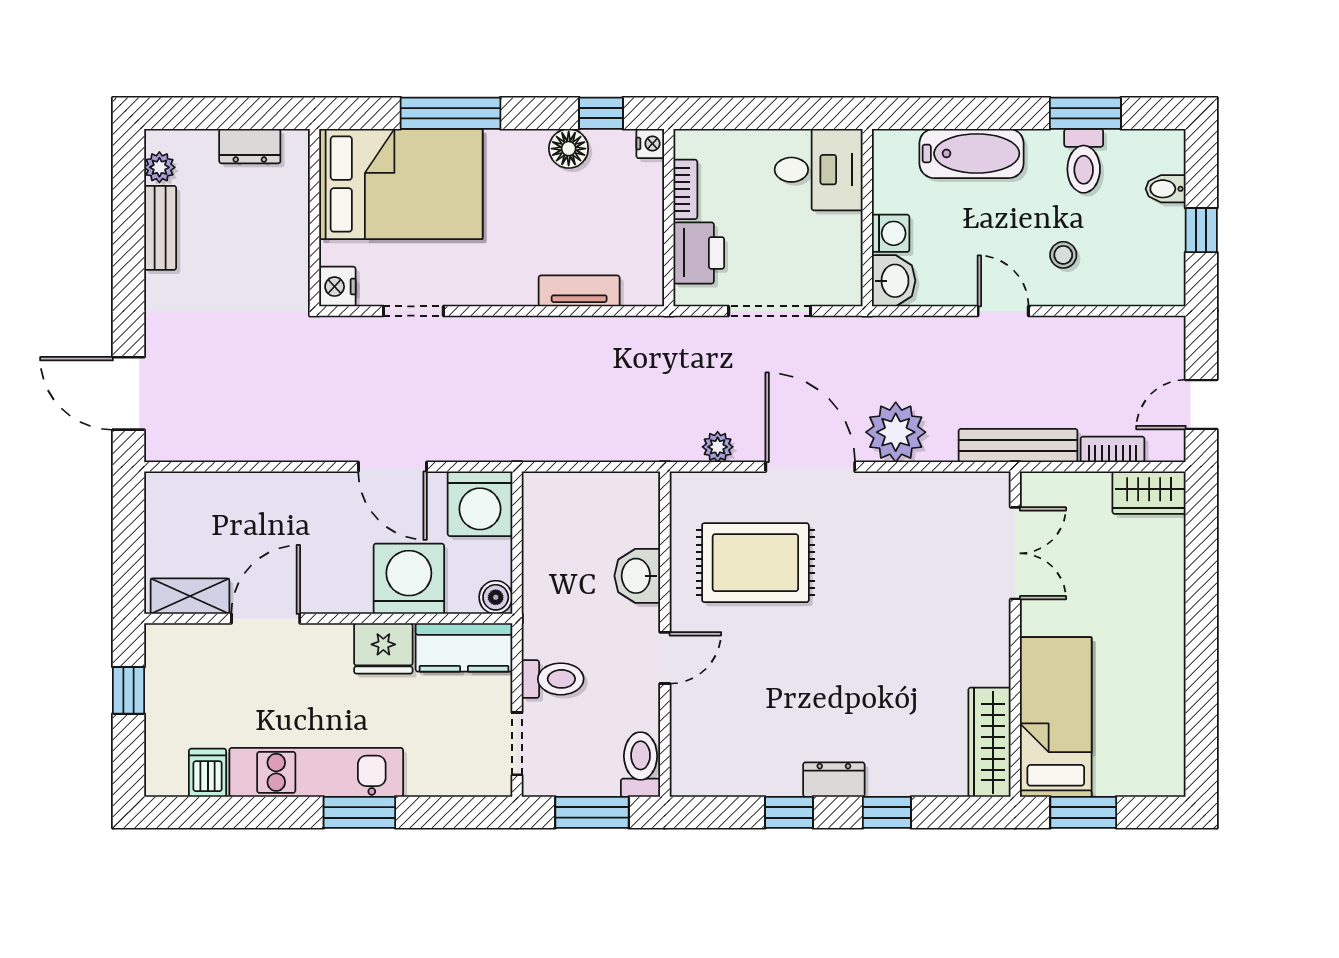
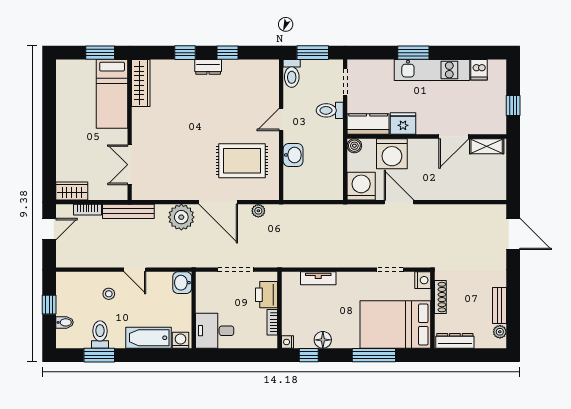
dresser: (250, 146) -> (455, 341), width x1.44
washing machine: (891, 233) -> (180, 340), moved, turned 90
shoe rack: (297, 247) -> (440, 297), added

